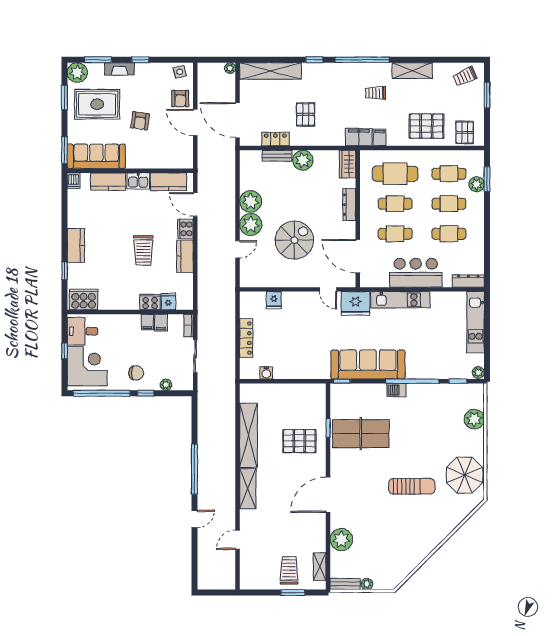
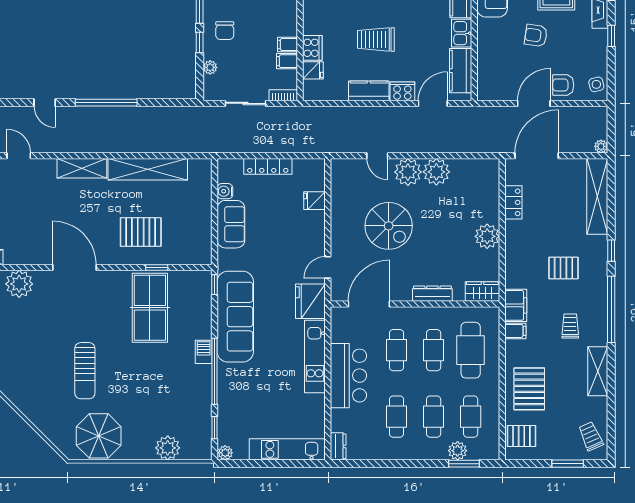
pallet: (306, 114) -> (563, 268), moved
bench: (277, 156) -> (493, 204), removed
dresser: (468, 281) -> (338, 446), width x0.70
sofa: (293, 368) -> (231, 224), added
pallet: (299, 441) -> (141, 232), turned 90

